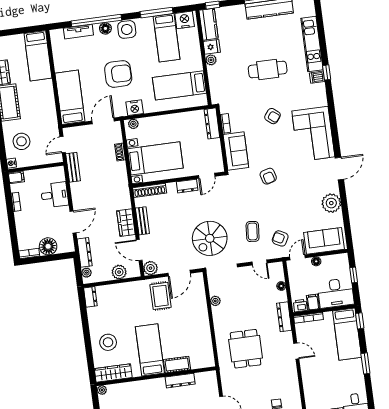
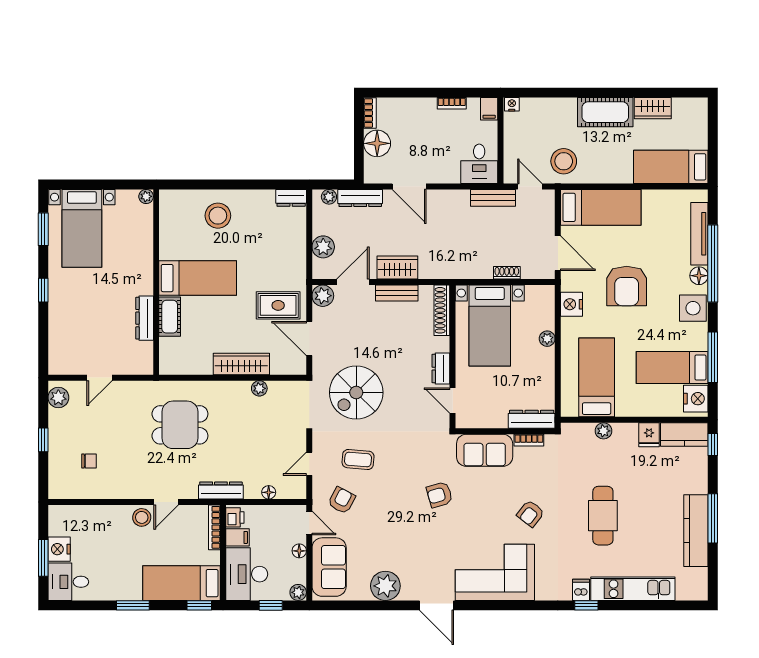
tv unit: (78, 32) -> (699, 234), width x1.41
plant: (211, 60) -> (604, 431), moved
plant: (133, 124) -> (547, 339), moved
stool: (21, 141) -> (564, 161), moved
desk: (55, 195) -> (479, 164), moved
spiral stairs: (210, 238) -> (356, 393), turned -90
plant: (343, 259) -> (298, 592), added
stool: (308, 365) -> (142, 517), added
wardrobe: (113, 373) -> (241, 364), moved, turned -90

